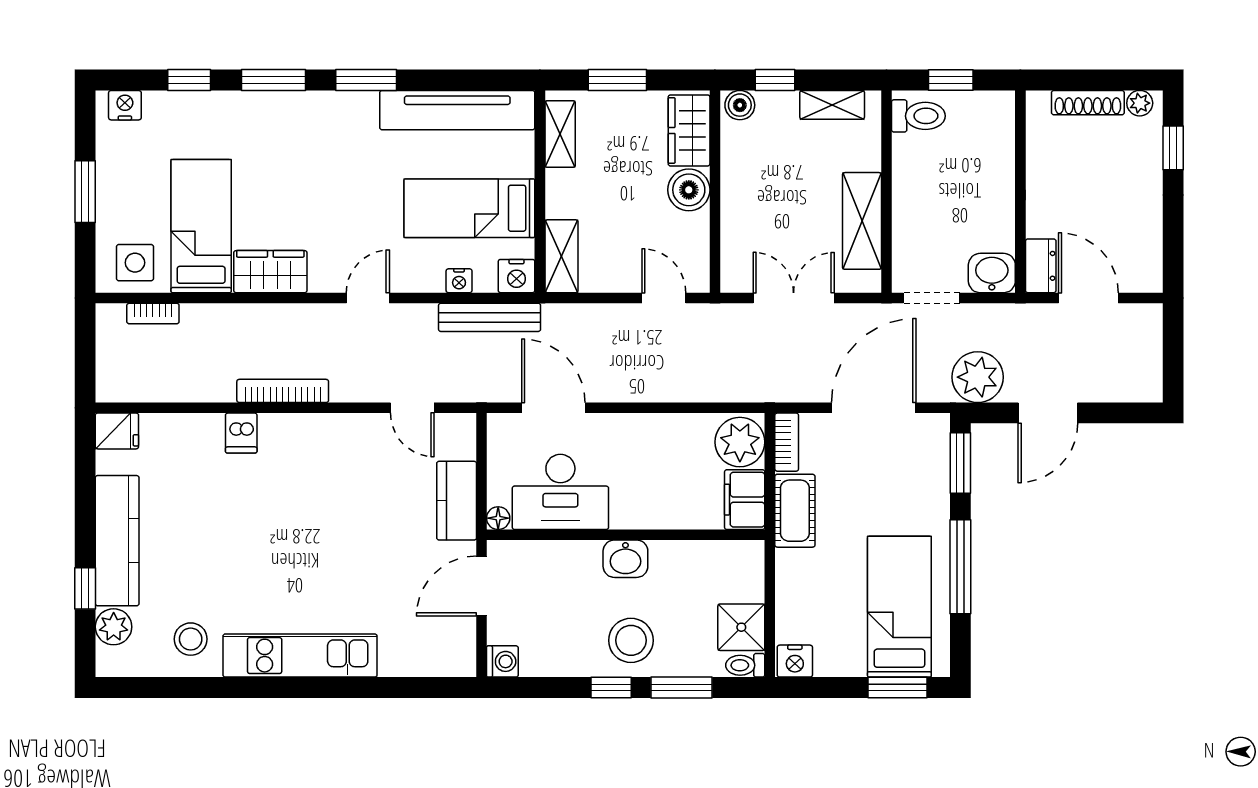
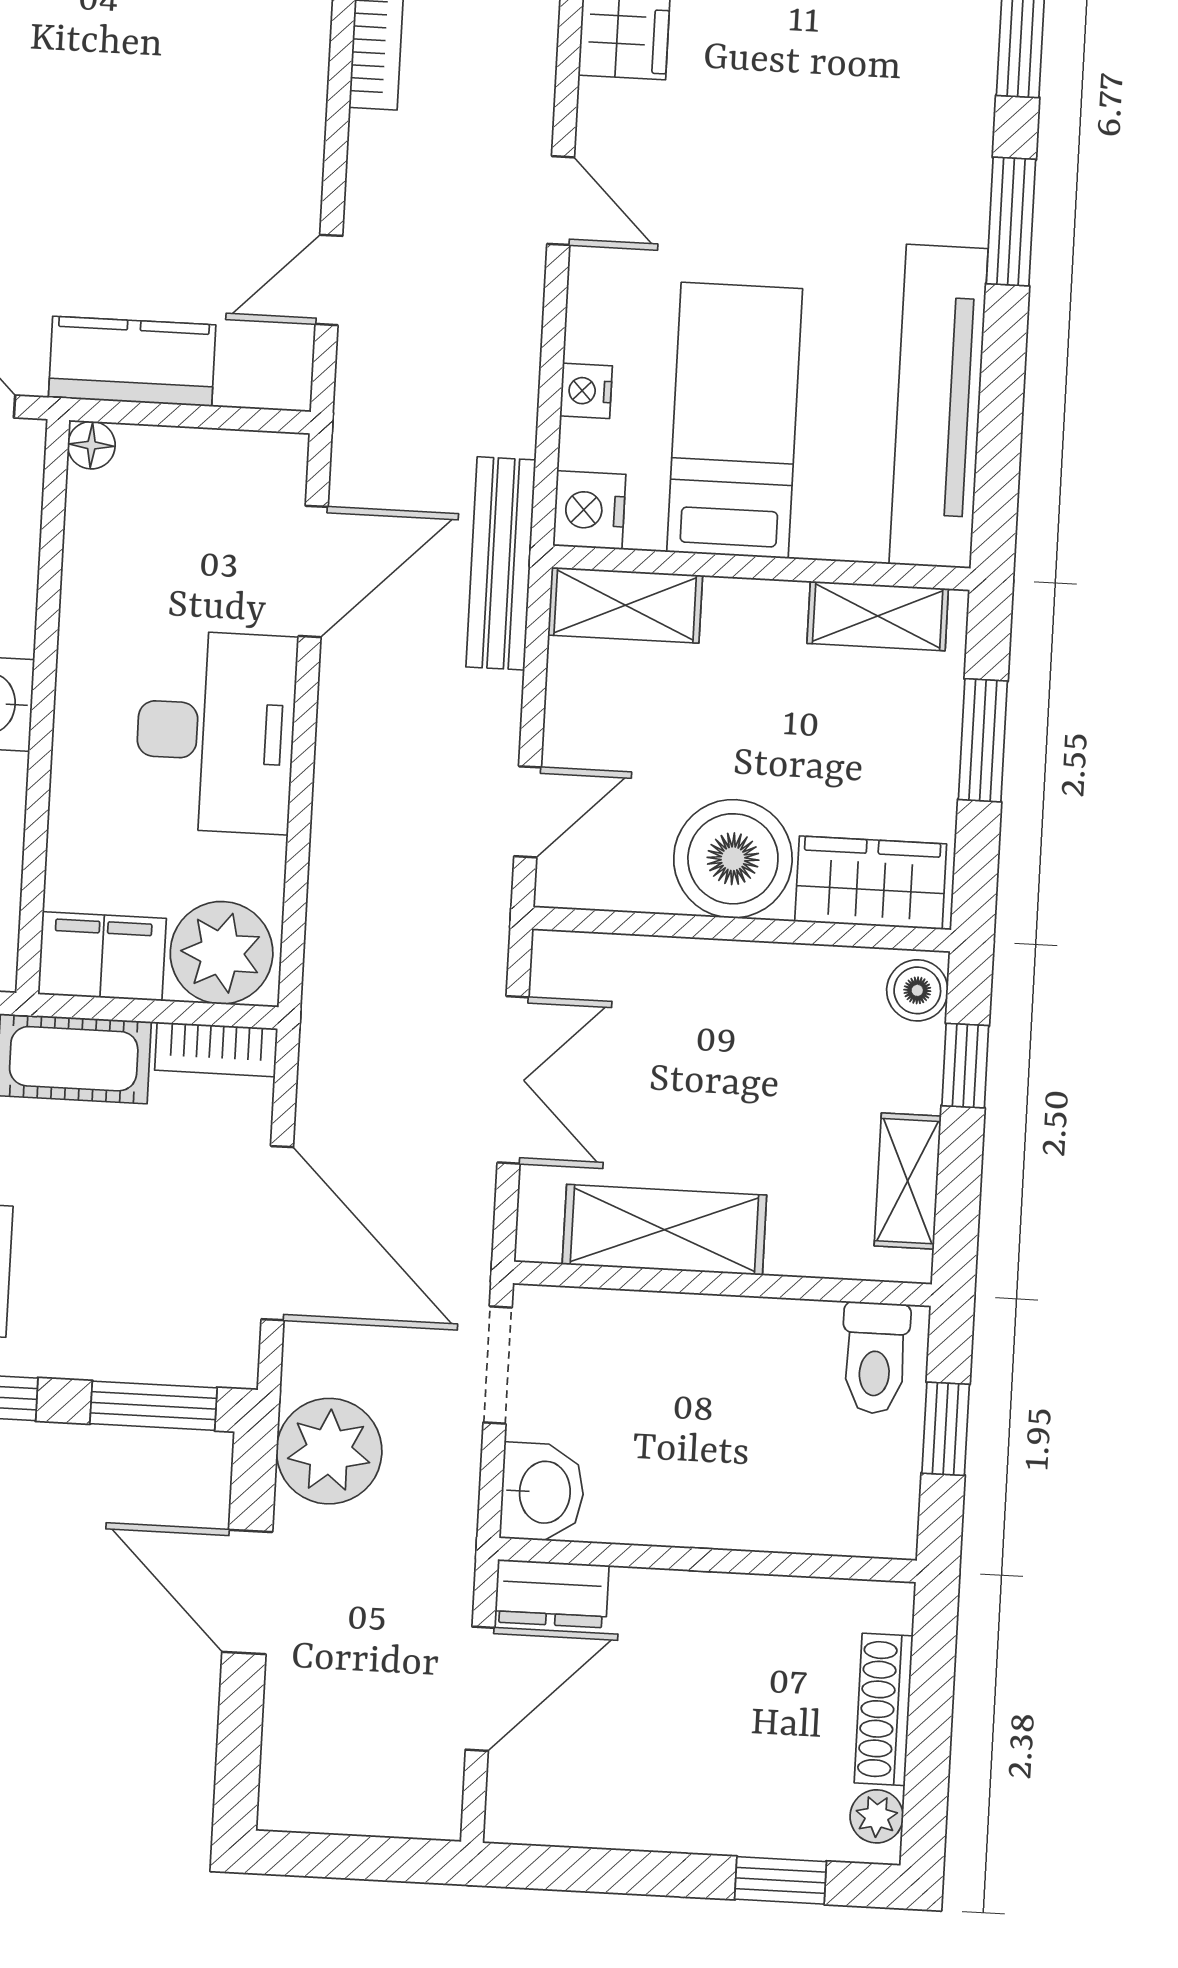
boiler: (689, 190) -> (733, 859), width x1.37, depth x1.37
bench: (490, 317) -> (501, 563), moved
desk: (560, 492) -> (216, 732), moved, turned 180

